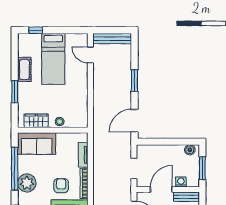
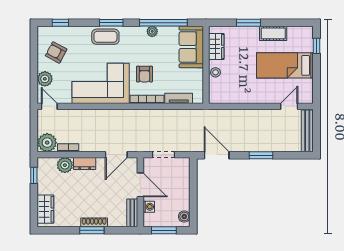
plant: (27, 183) -> (152, 31), width x0.53, depth x0.53
armchair: (61, 186) -> (145, 74), turned 90

